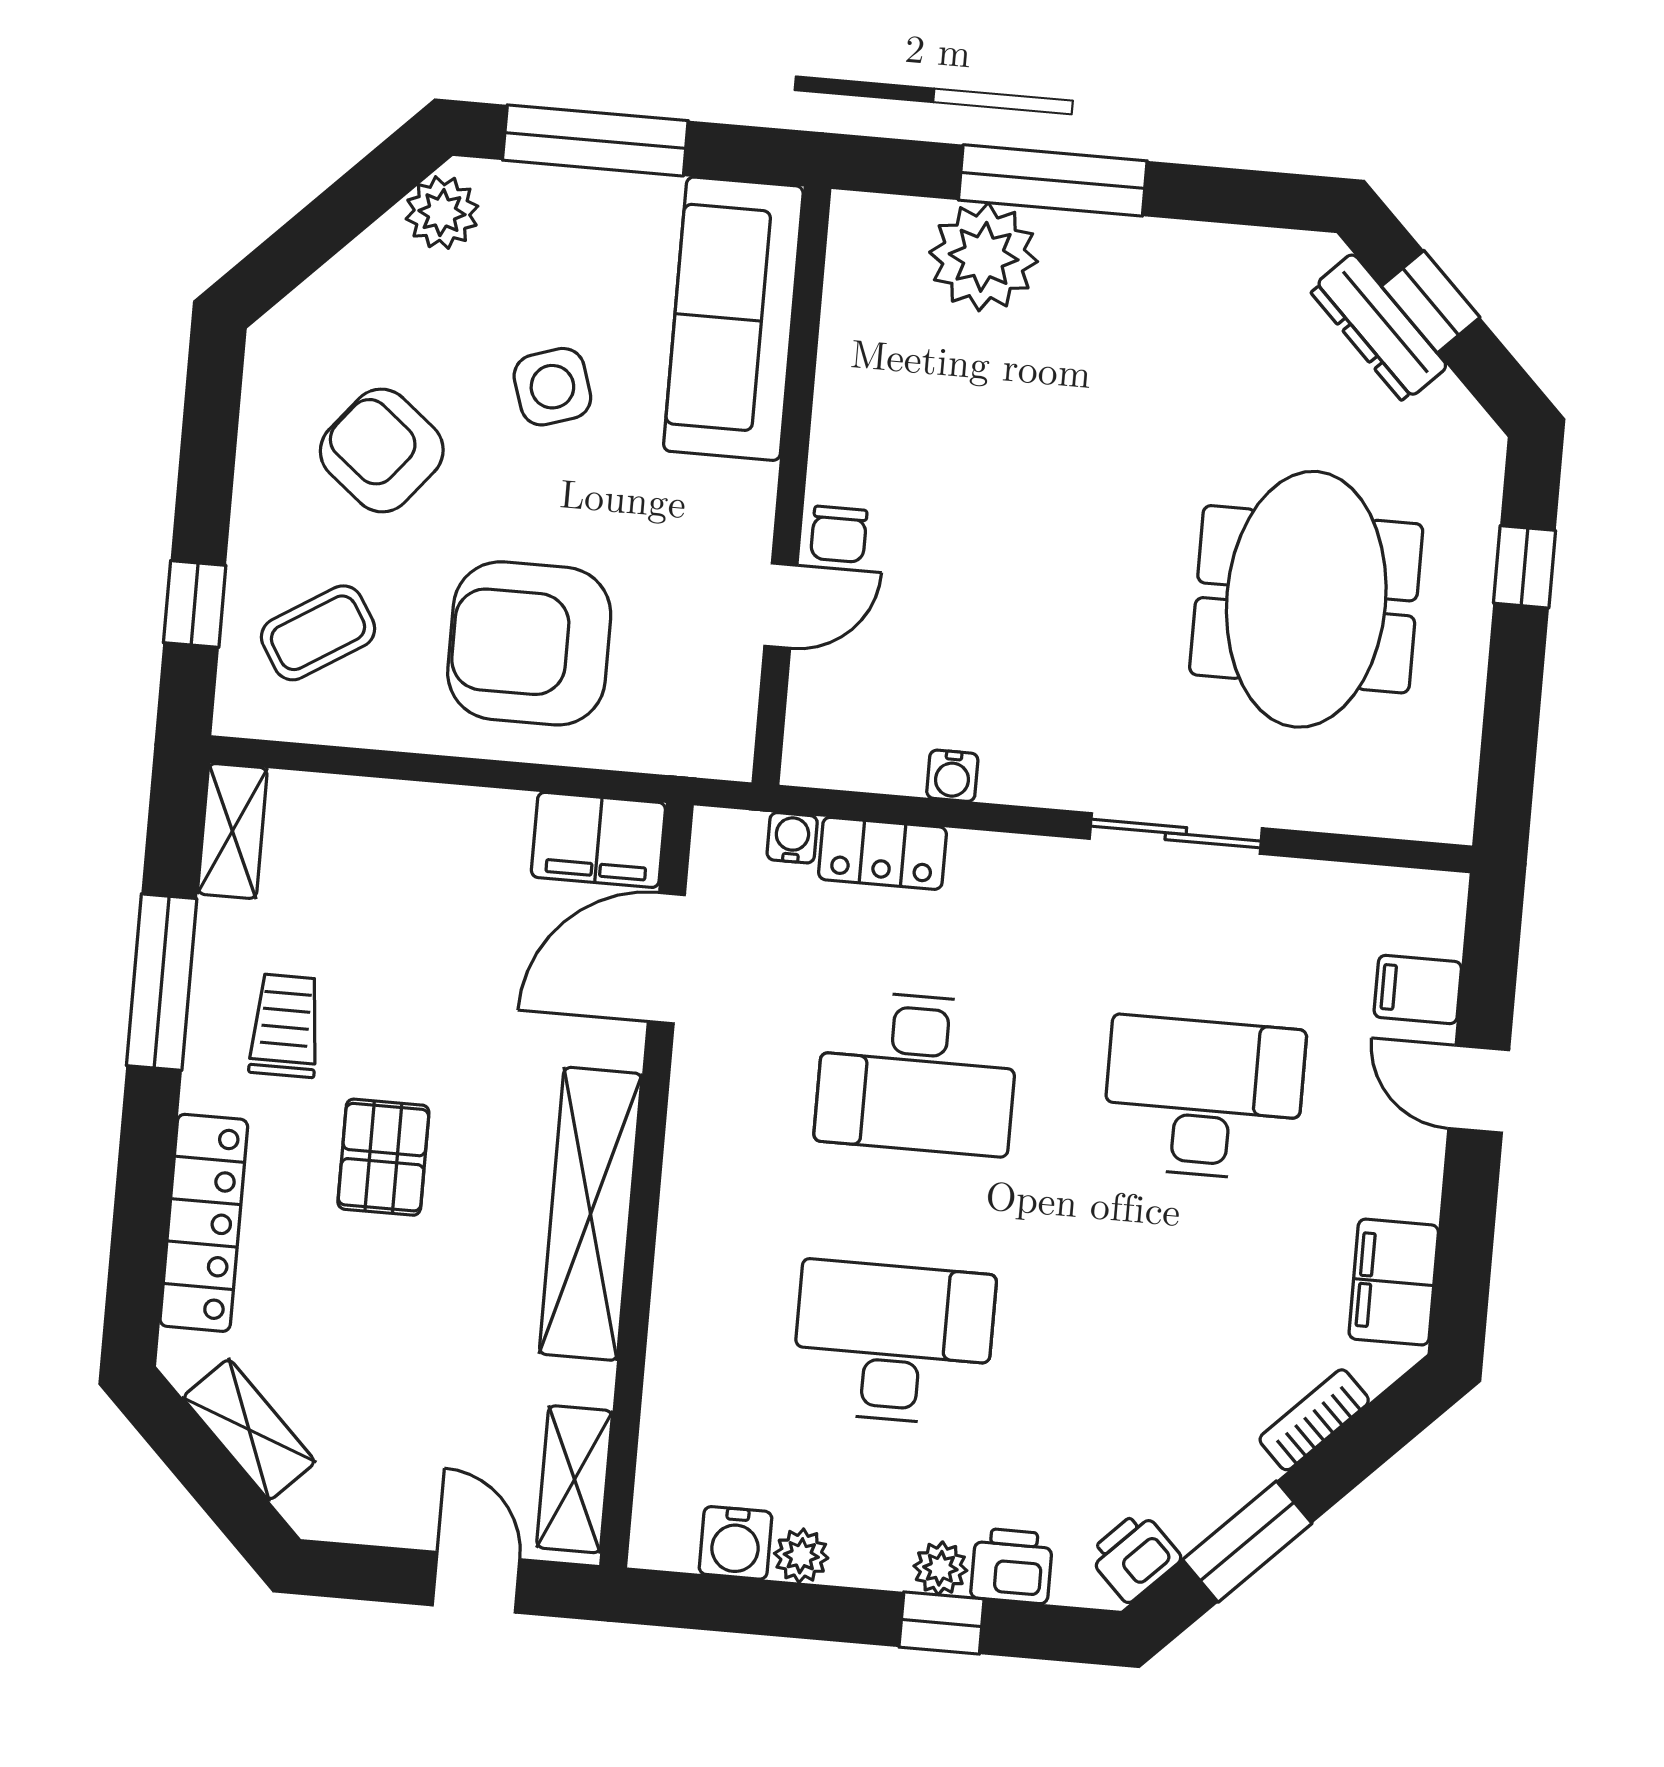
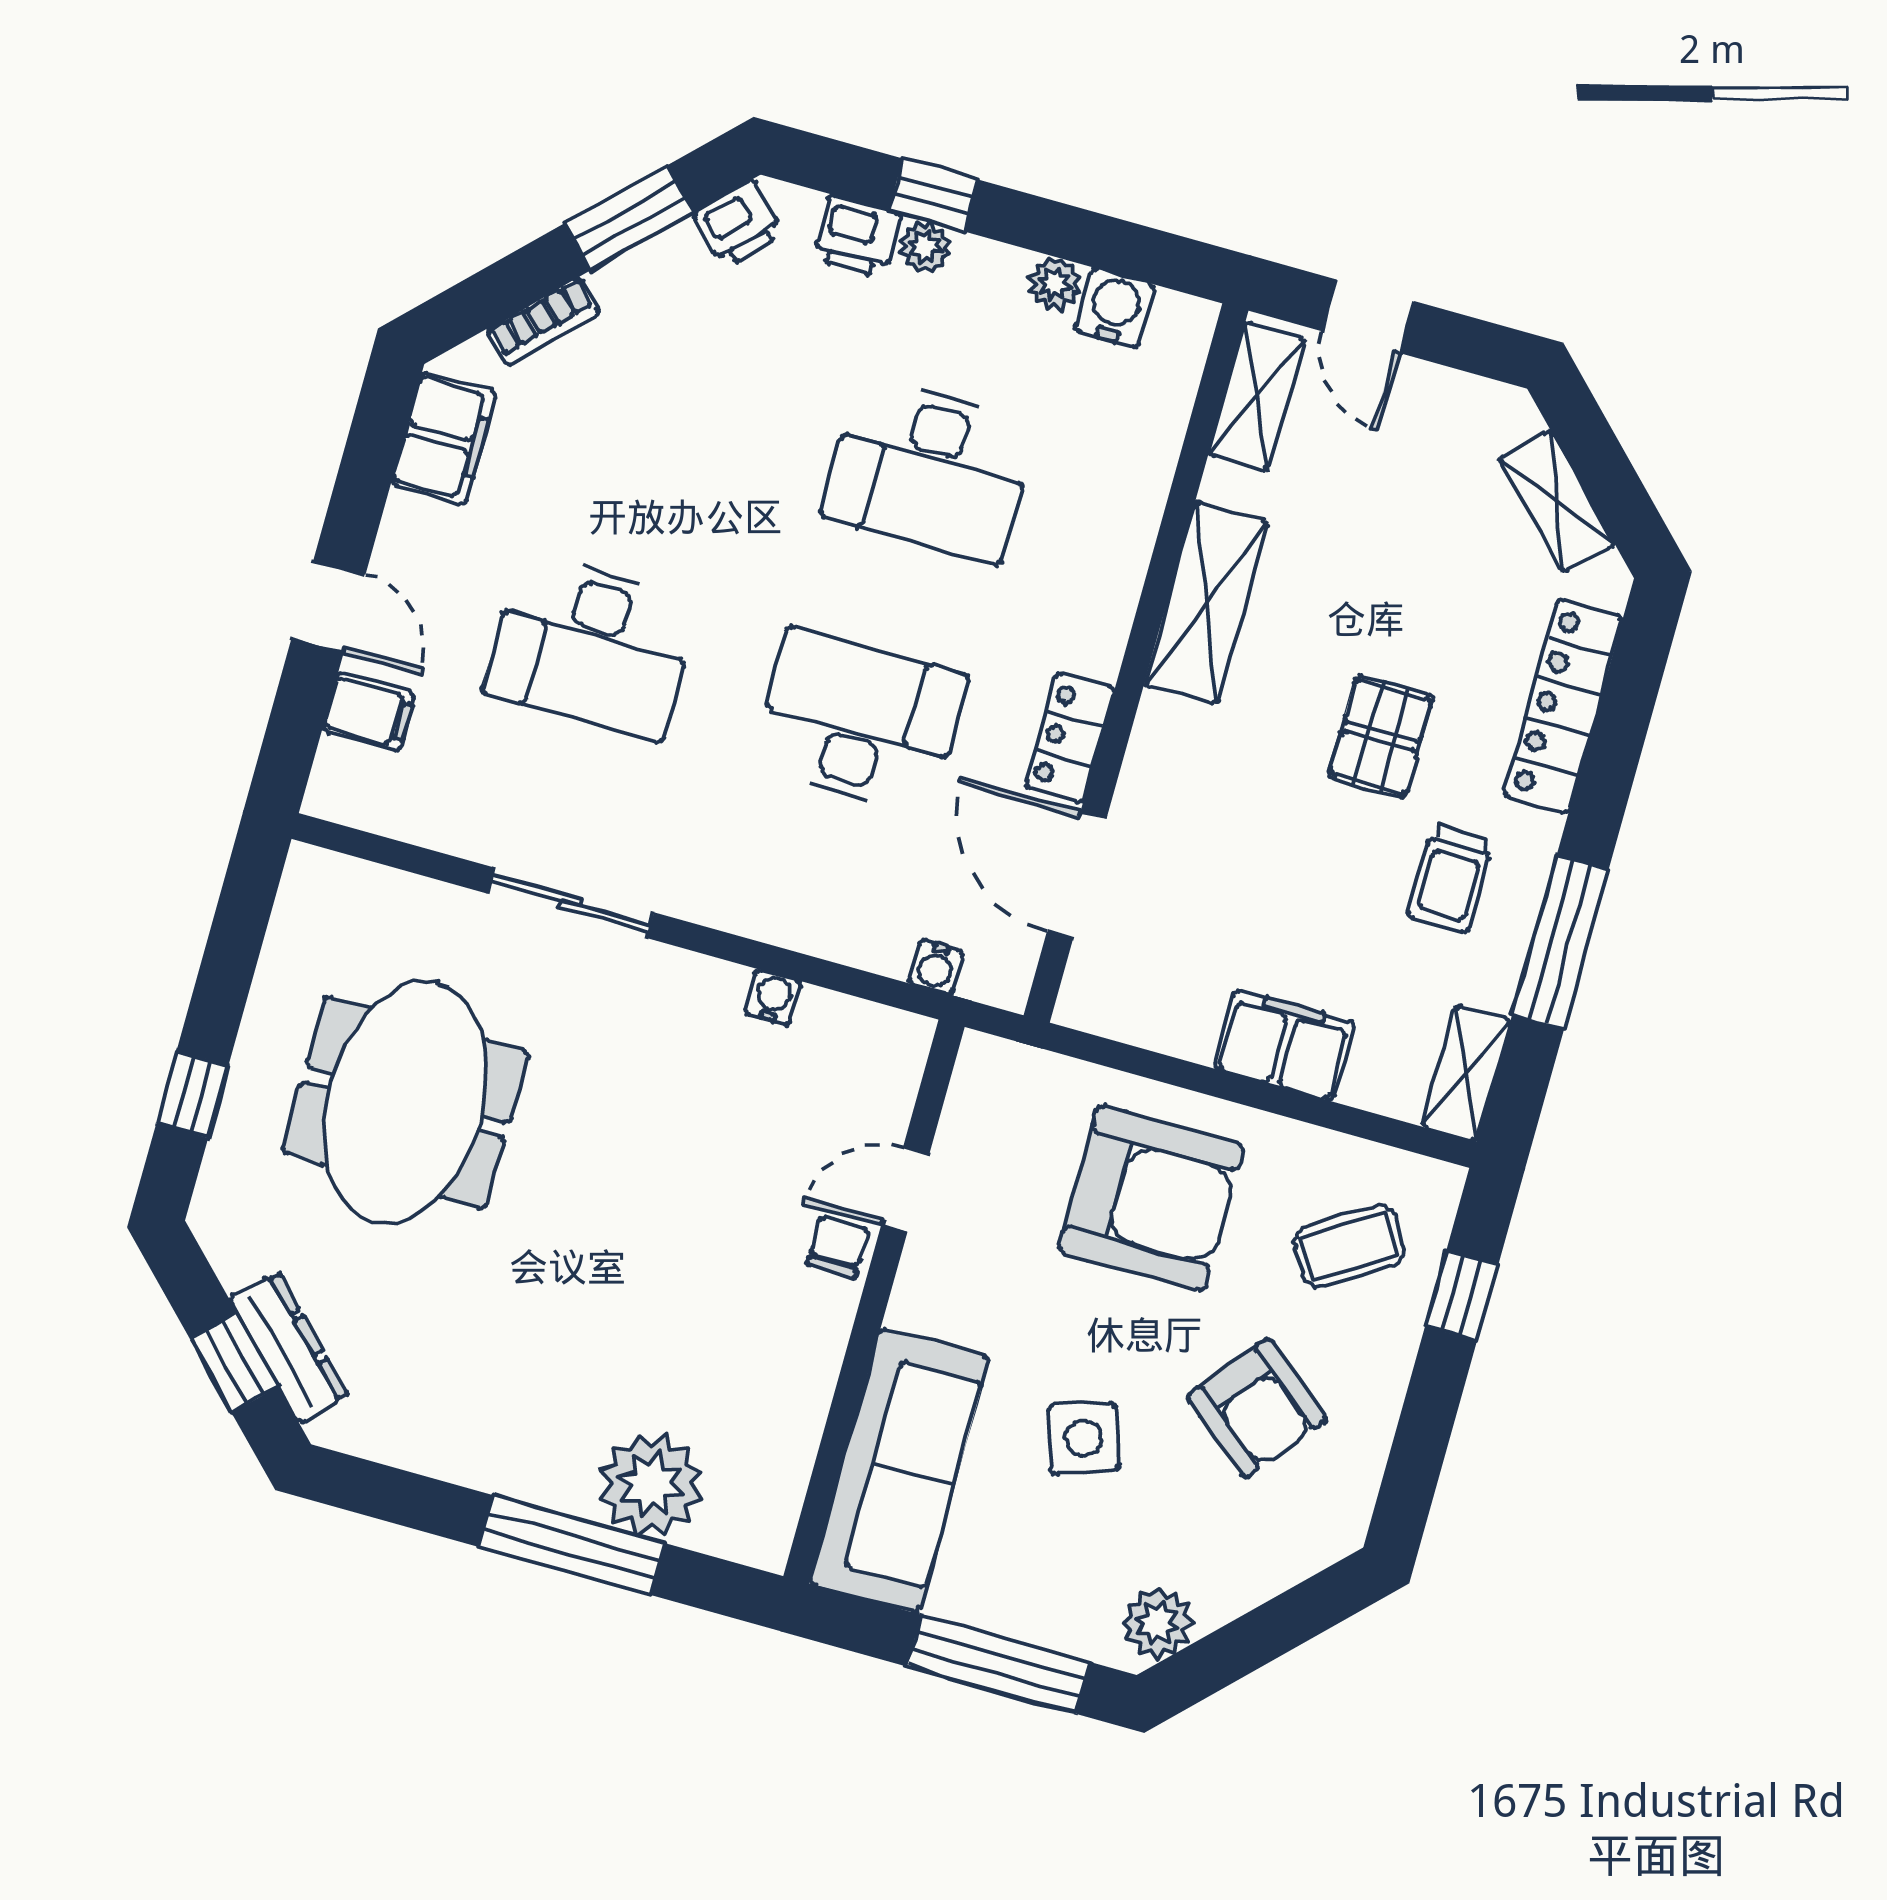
filing cabinet: (598, 840) -> (1284, 1045), moved
locker: (882, 853) -> (1070, 738), moved, turned -90
door: (666, 958) -> (1077, 875), swing flipped
shelving: (591, 1214) -> (1206, 603), width x0.68

